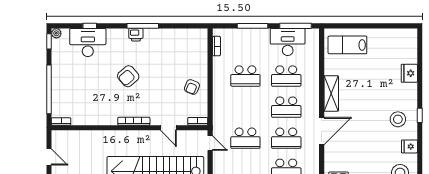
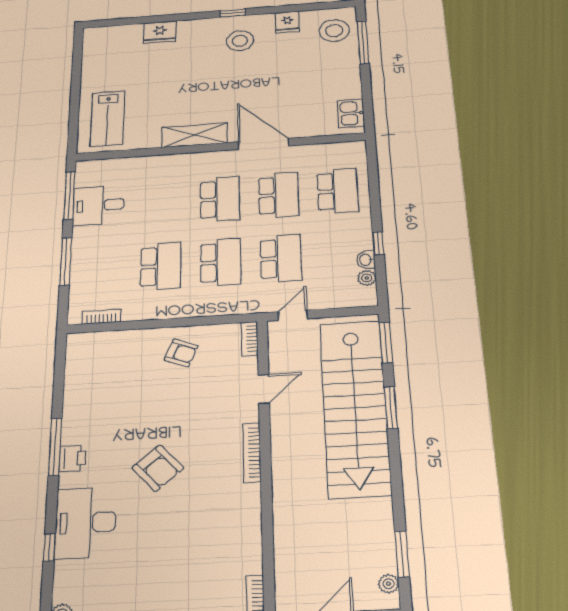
desk: (88, 42) -> (86, 523), moved
desk: (288, 42) -> (98, 205), width x0.73
school desk: (286, 76) -> (221, 262), moved

